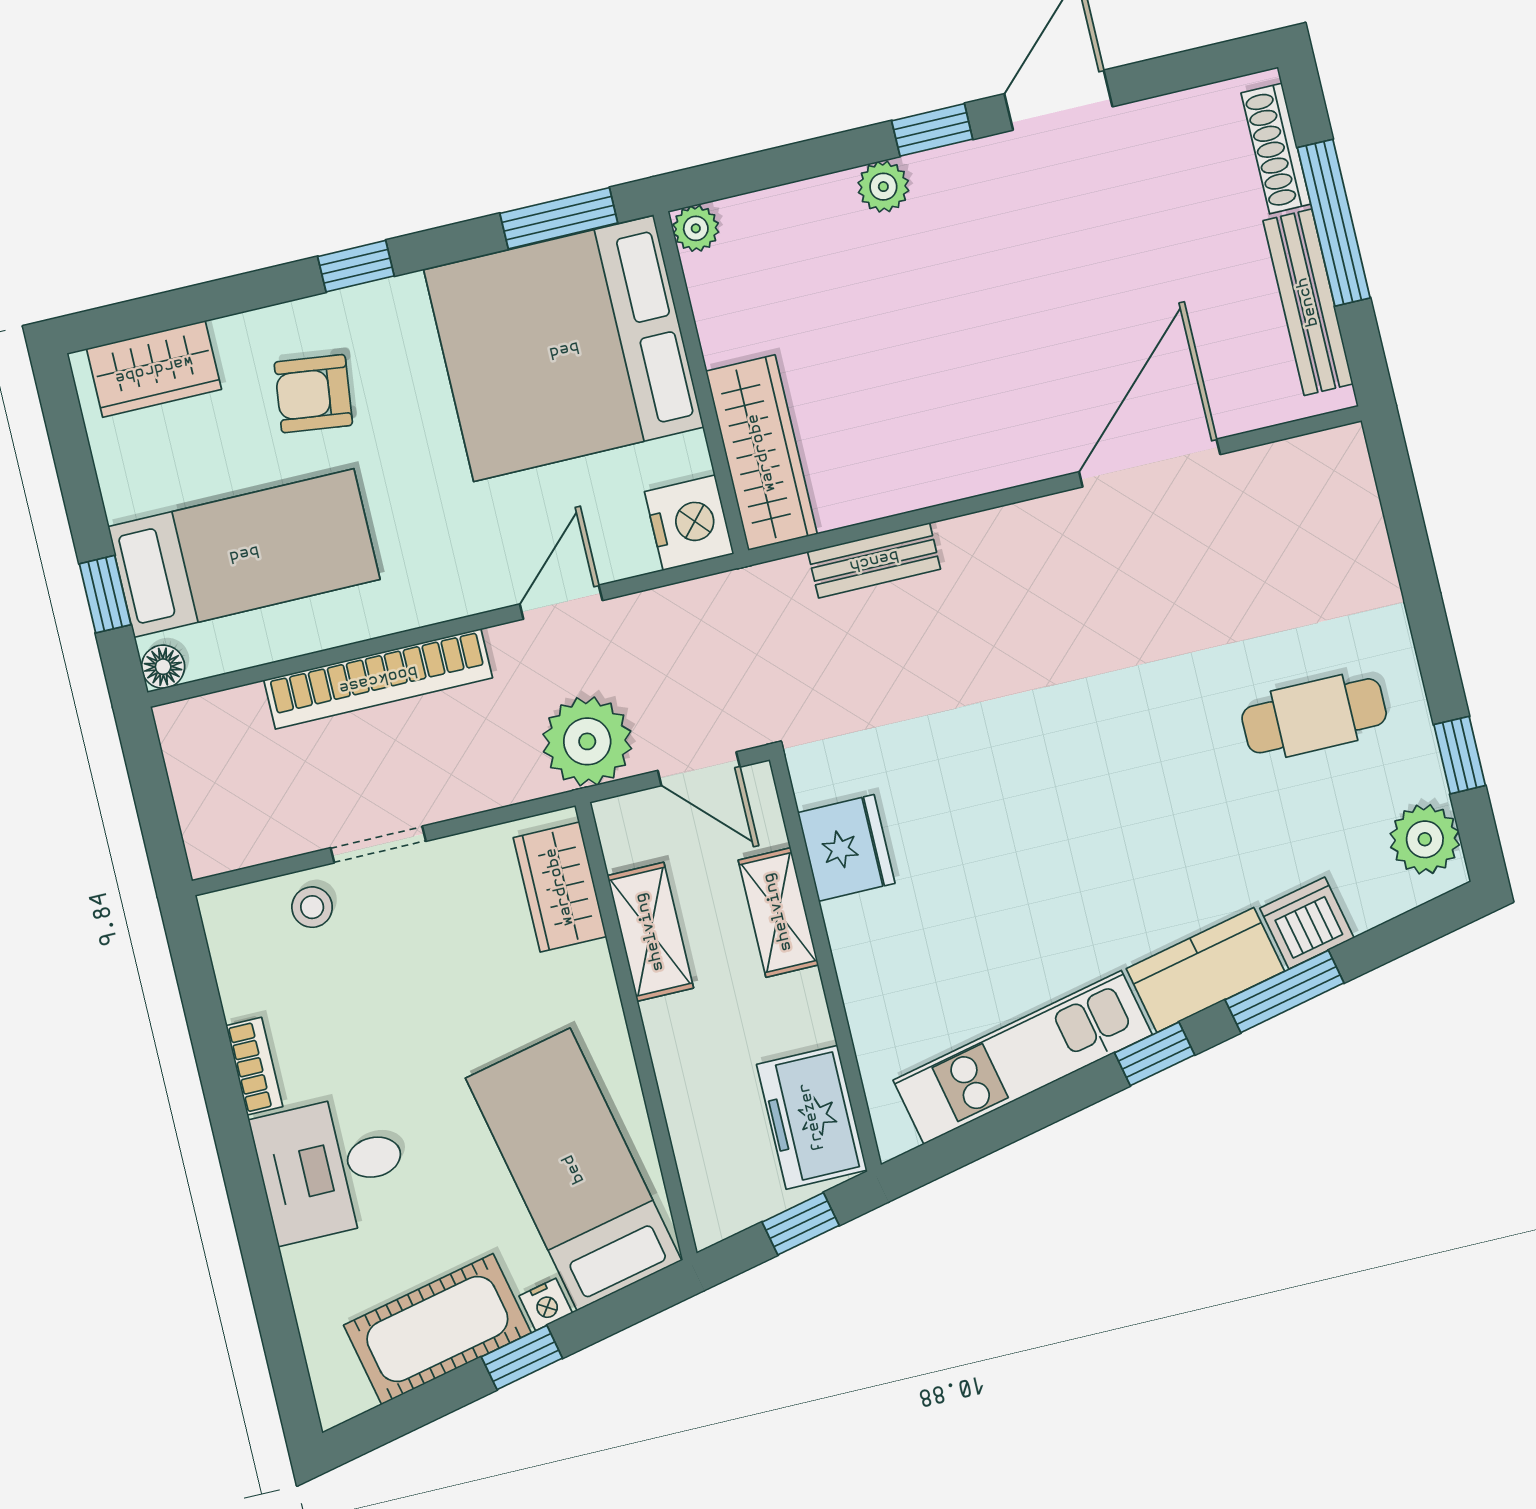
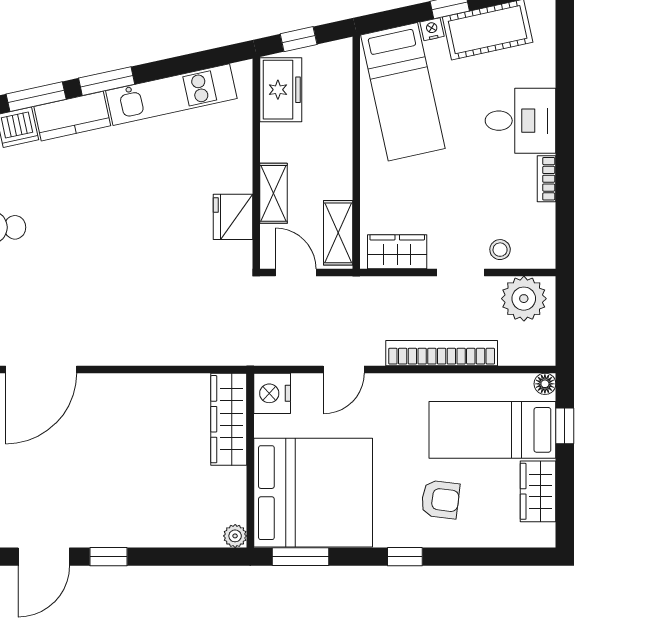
plant: (883, 187) -> (139, 535), removed
wardrobe: (154, 369) -> (538, 491), moved, turned -90
bench: (874, 560) -> (186, 354), removed
plant: (587, 741) -> (524, 299), moved
wardrobe: (560, 887) -> (397, 252), moved, turned -90
shelving: (650, 932) -> (338, 233), moved
window: (1155, 1054) -> (107, 81), width x1.50

